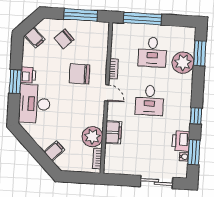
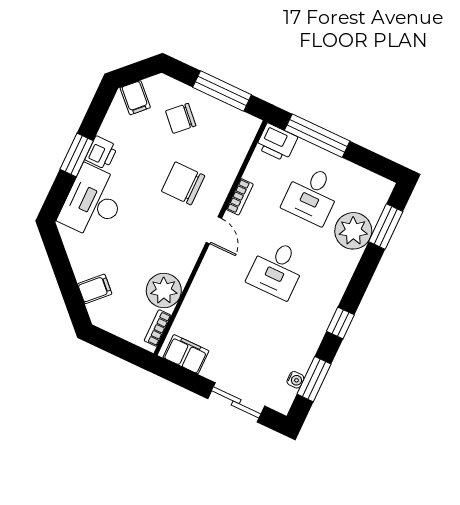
filing cabinet: (113, 132) -> (186, 354), moved, turned -90
printer: (181, 141) -> (277, 142), moved, turned -90

